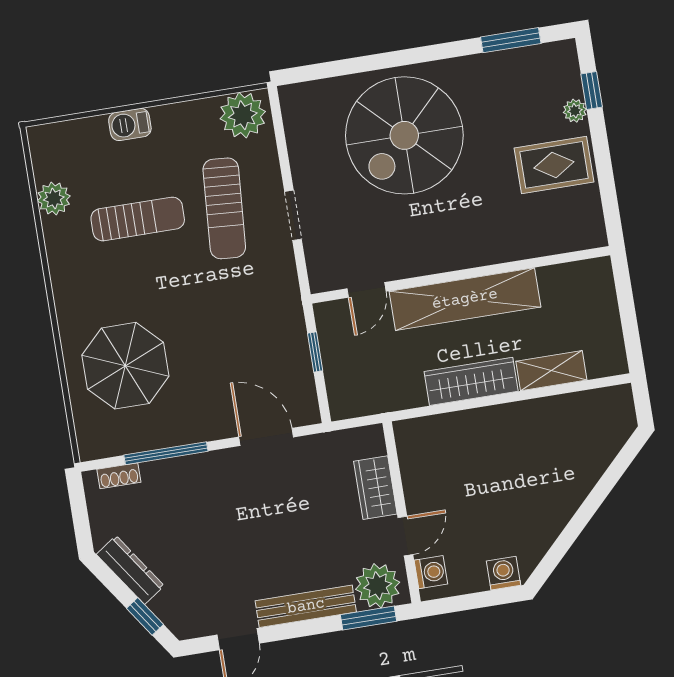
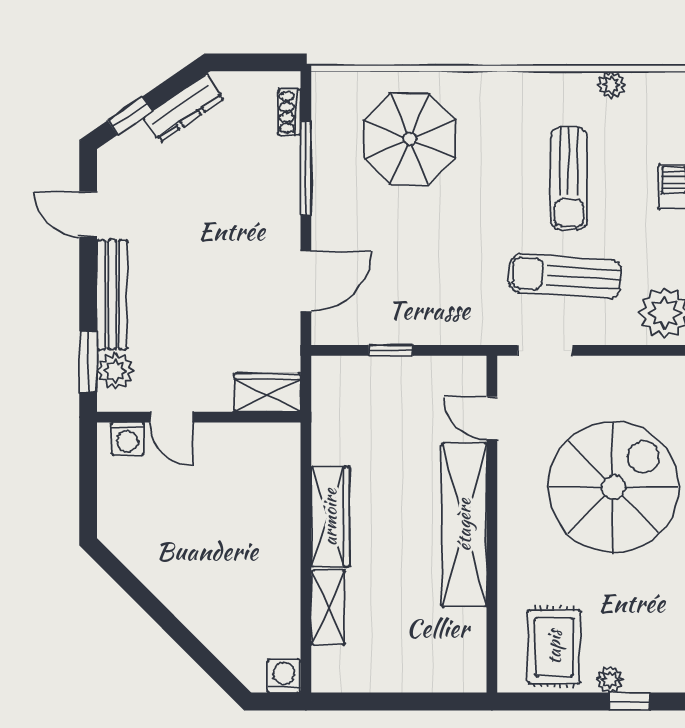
spiral stairs: (404, 135) -> (613, 487), turned 90
plant: (54, 198) -> (611, 85), width x0.73, depth x0.73
wall: (460, 275) -> (492, 524), moved
door: (367, 290) -> (492, 418), moved
shelving: (465, 299) -> (464, 525), moved
wardrobe: (375, 488) -> (267, 393), moved
washing machine: (504, 573) -> (284, 676), moved, turned -90
plant: (378, 586) -> (115, 371), width x0.73, depth x0.73

